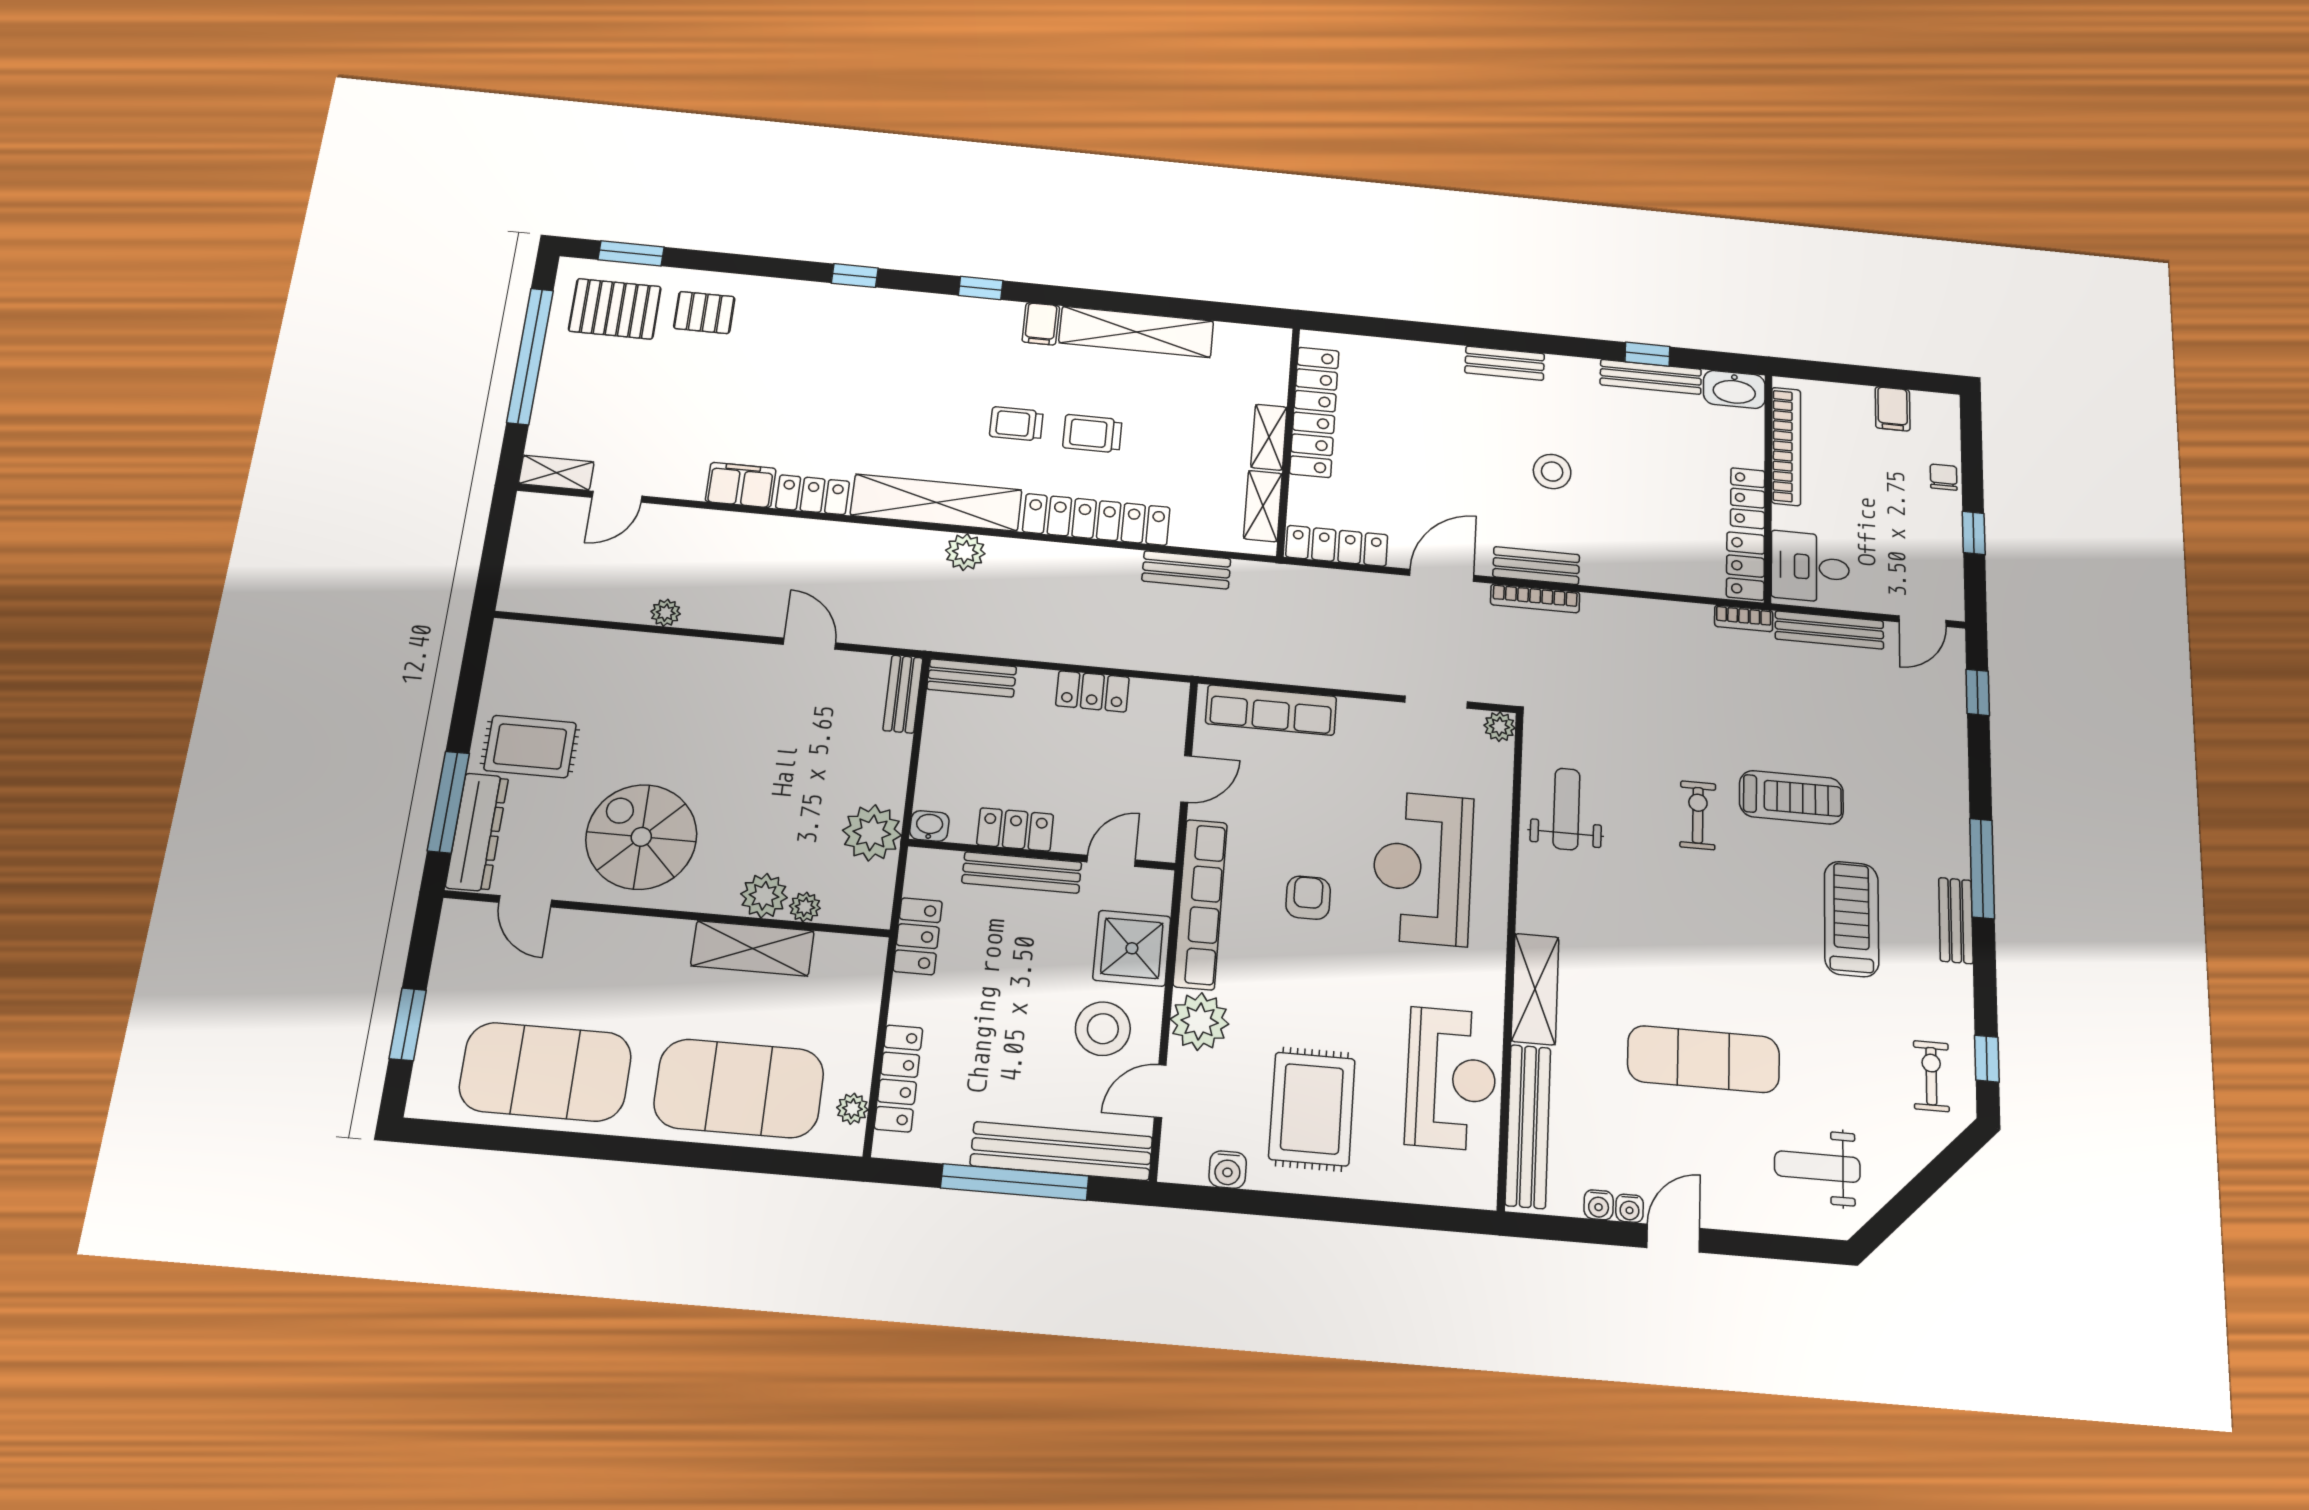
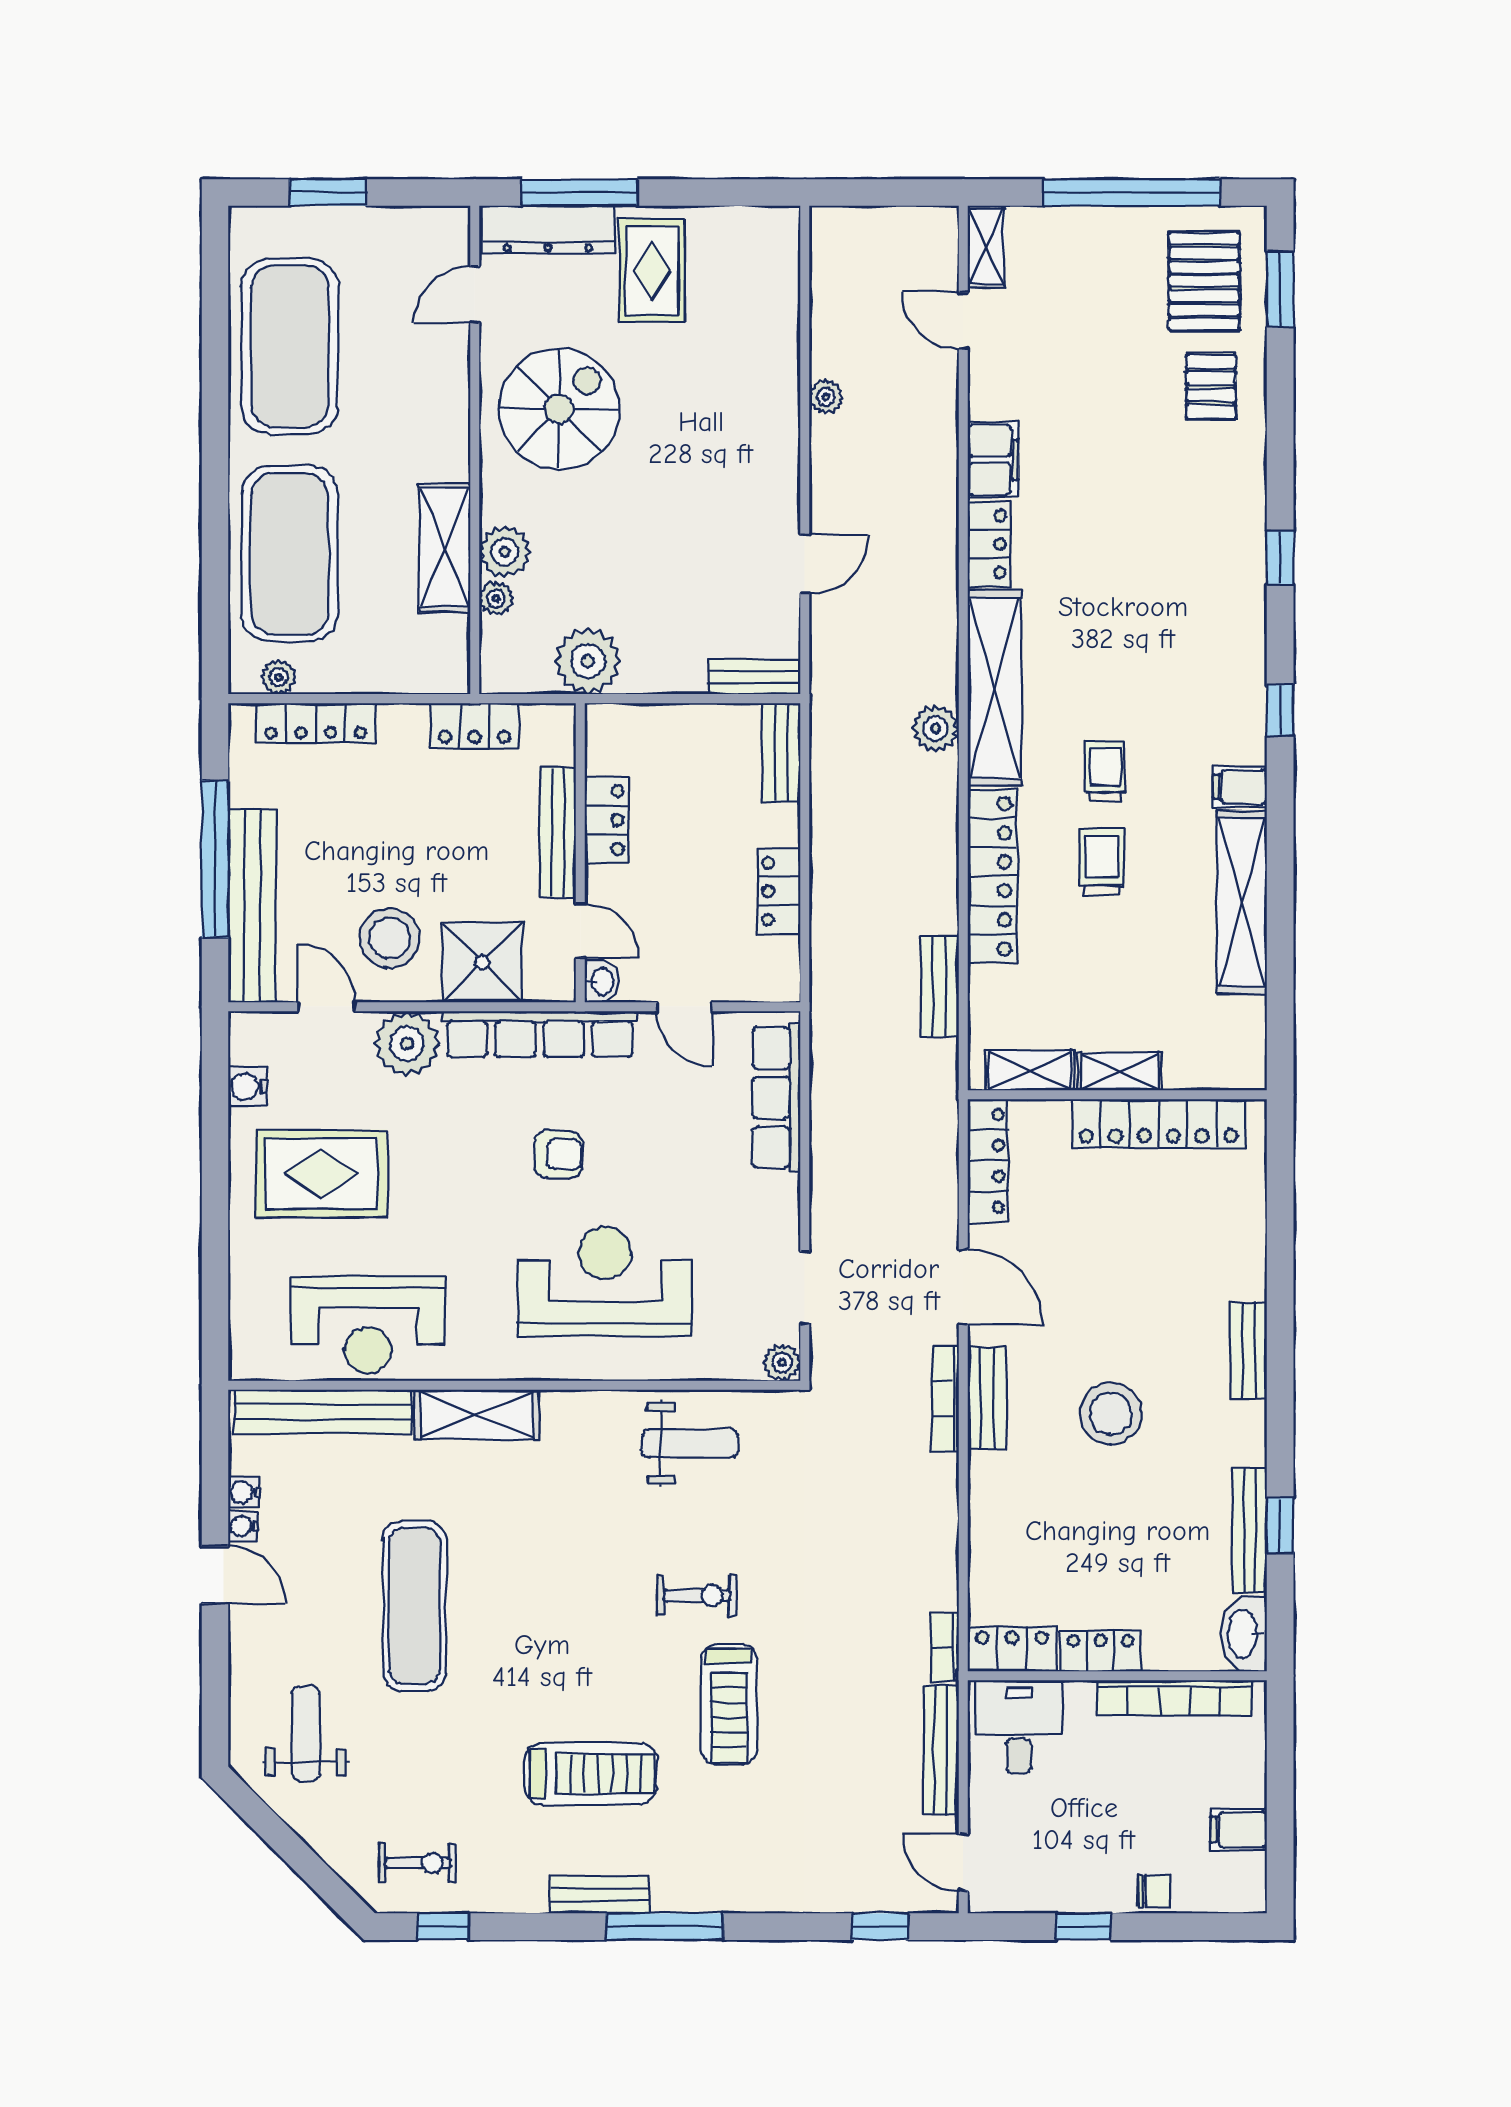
stool: (1552, 472) -> (1111, 1413), width x1.38, depth x1.38
washbasin: (929, 826) -> (602, 981), moved

